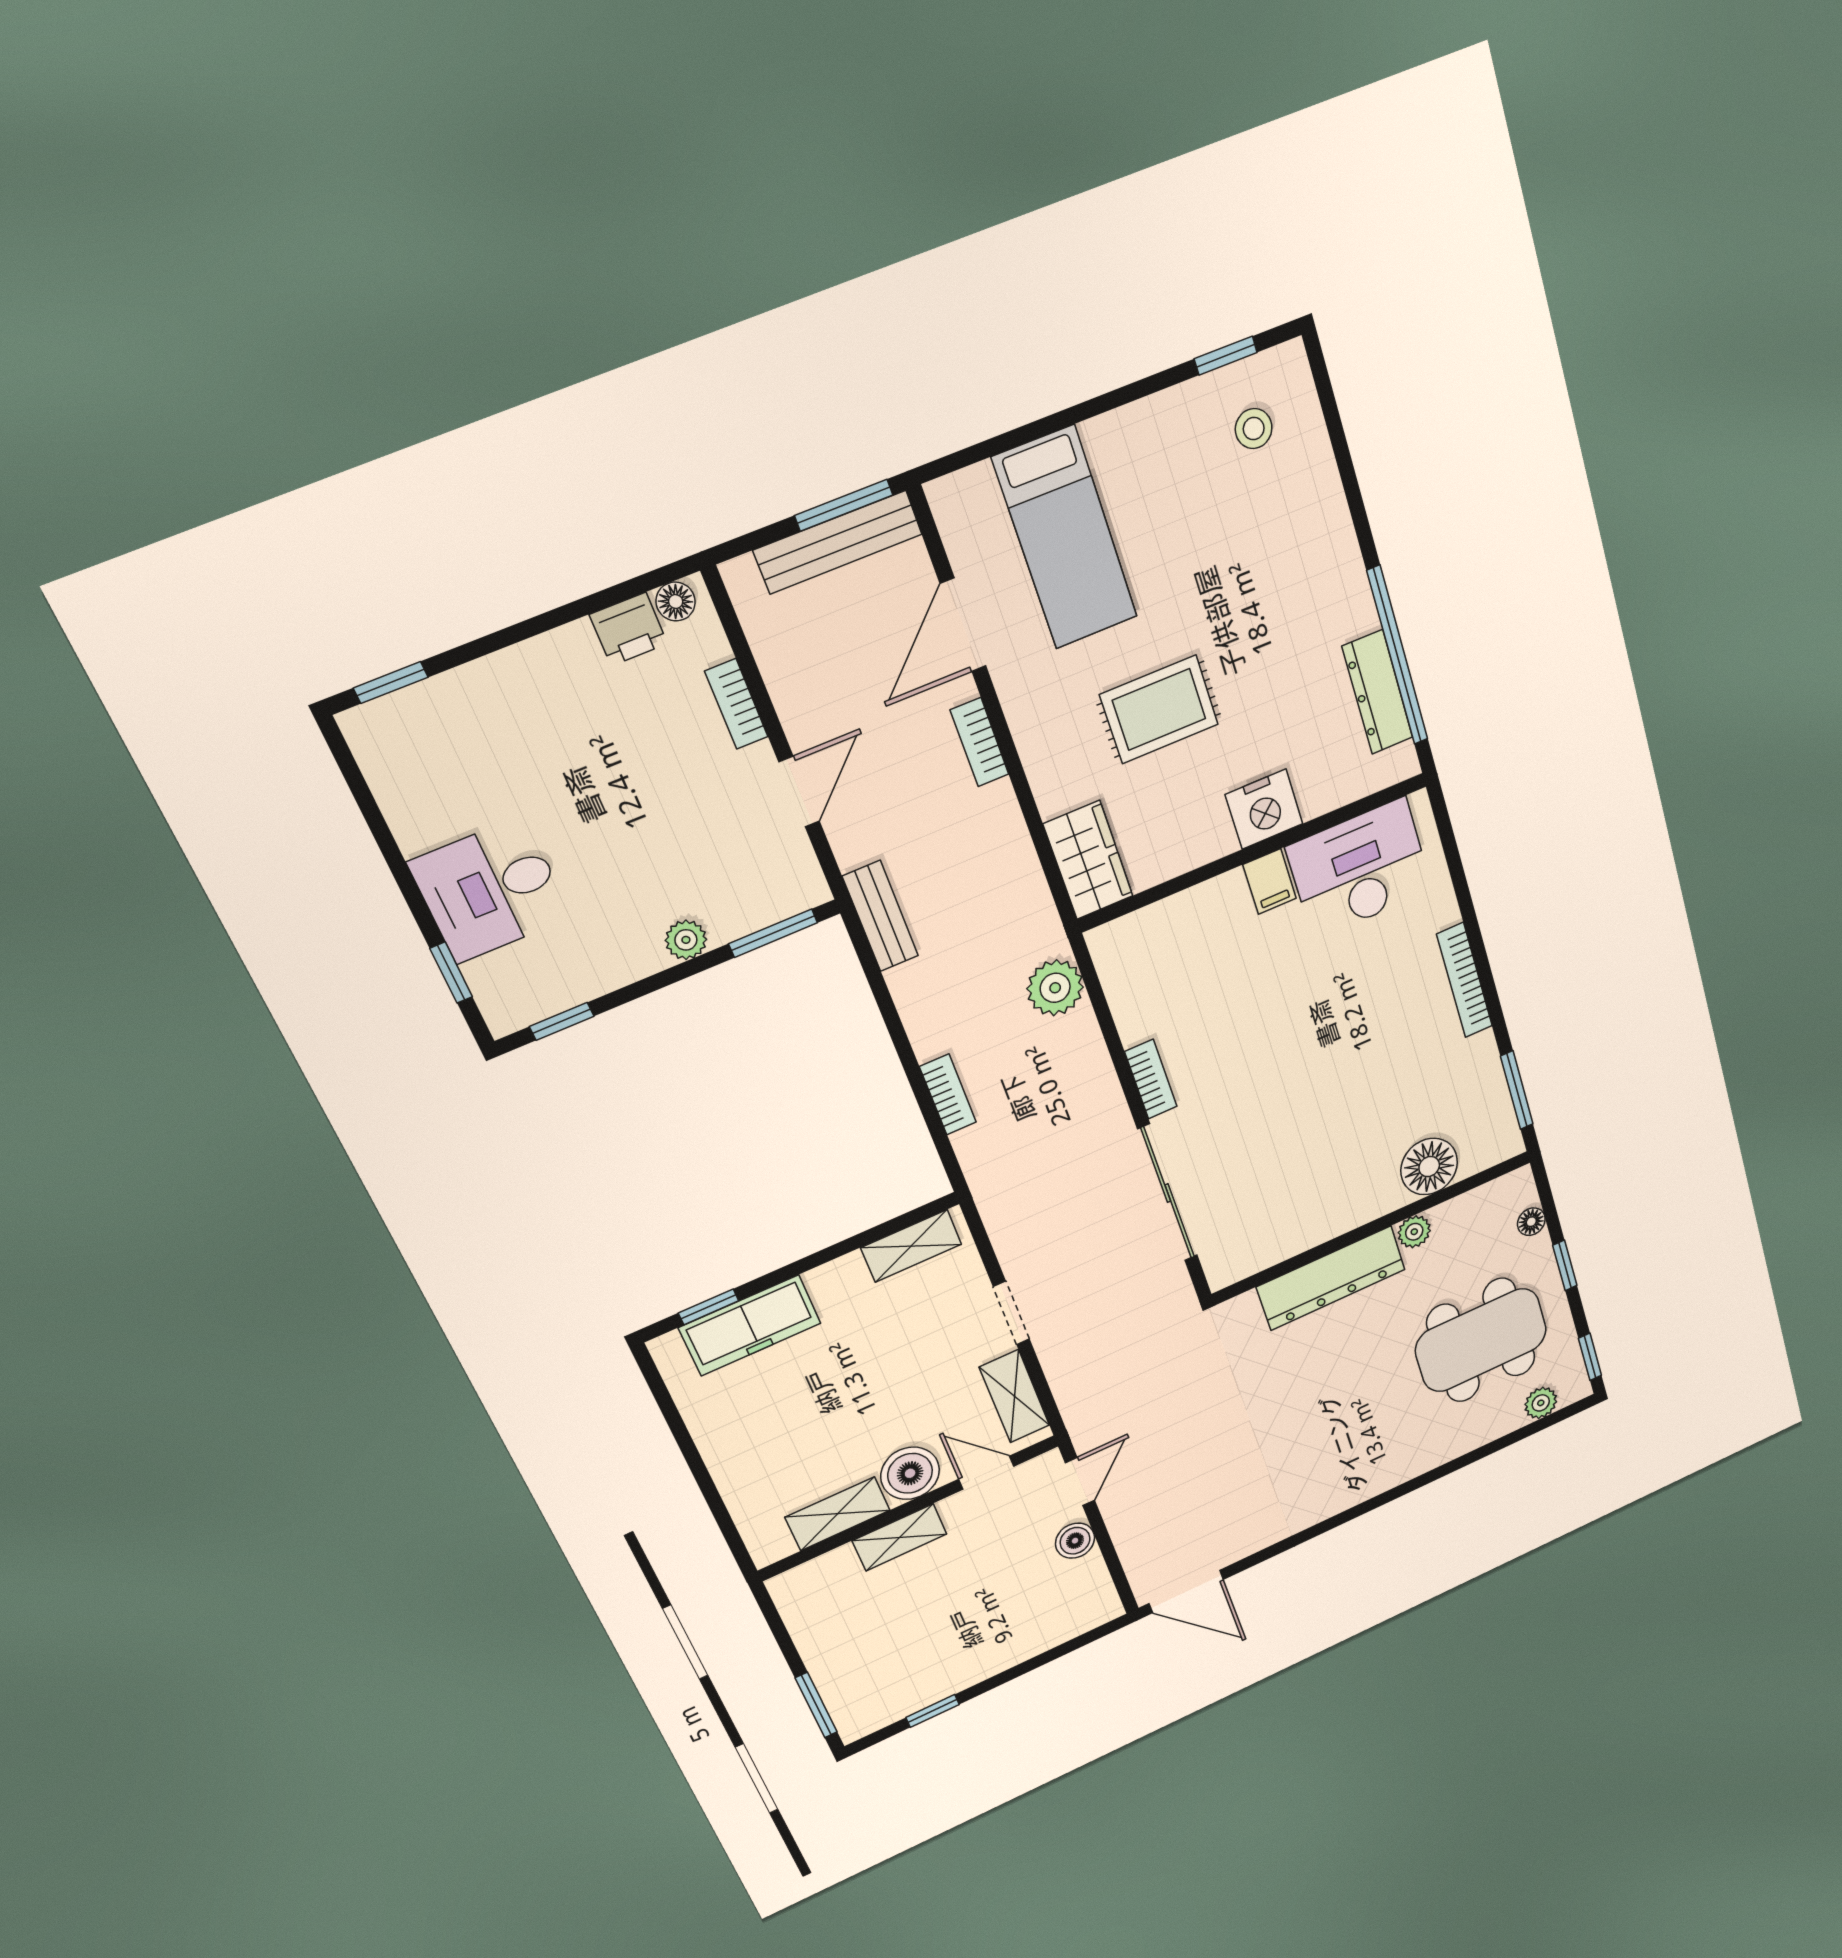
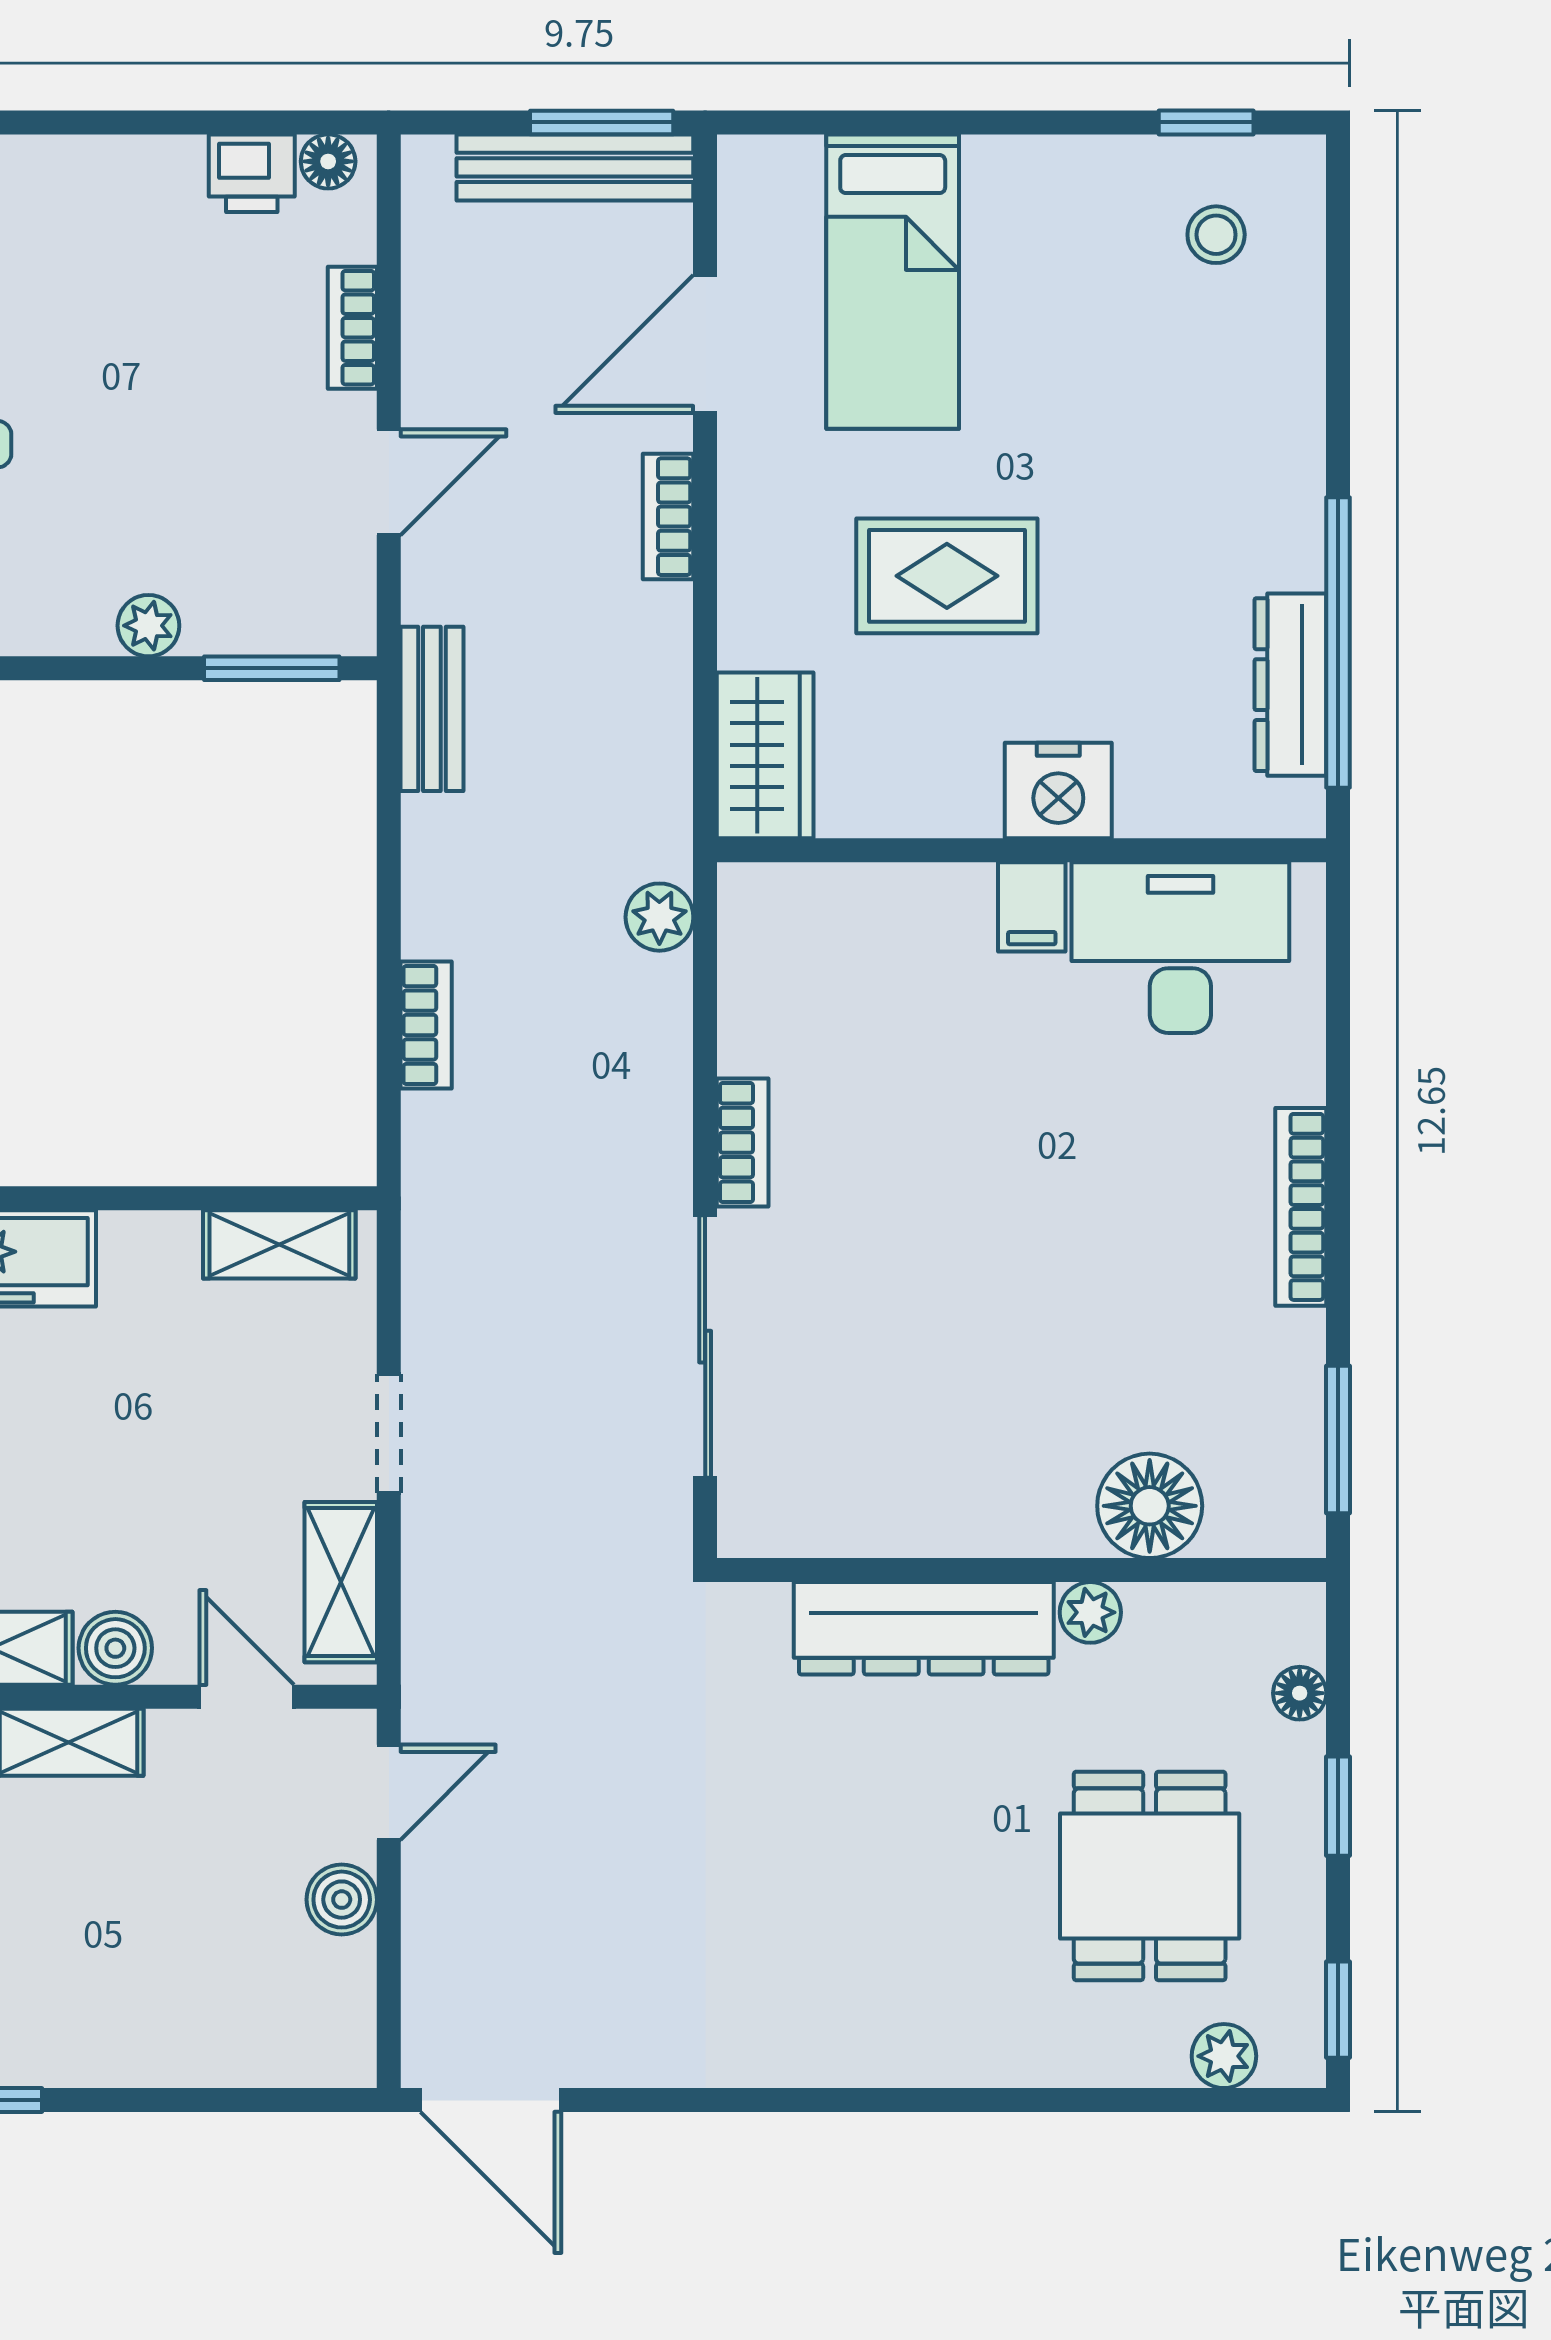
plant: (1055, 988) -> (659, 917), width x0.73, depth x0.73
dining table: (1481, 1340) -> (1150, 1876), width x0.73
boiler: (910, 1473) -> (115, 1648), width x0.73, depth x0.73

